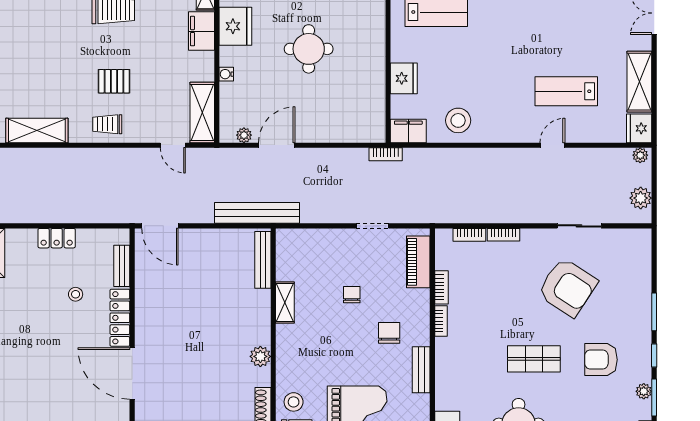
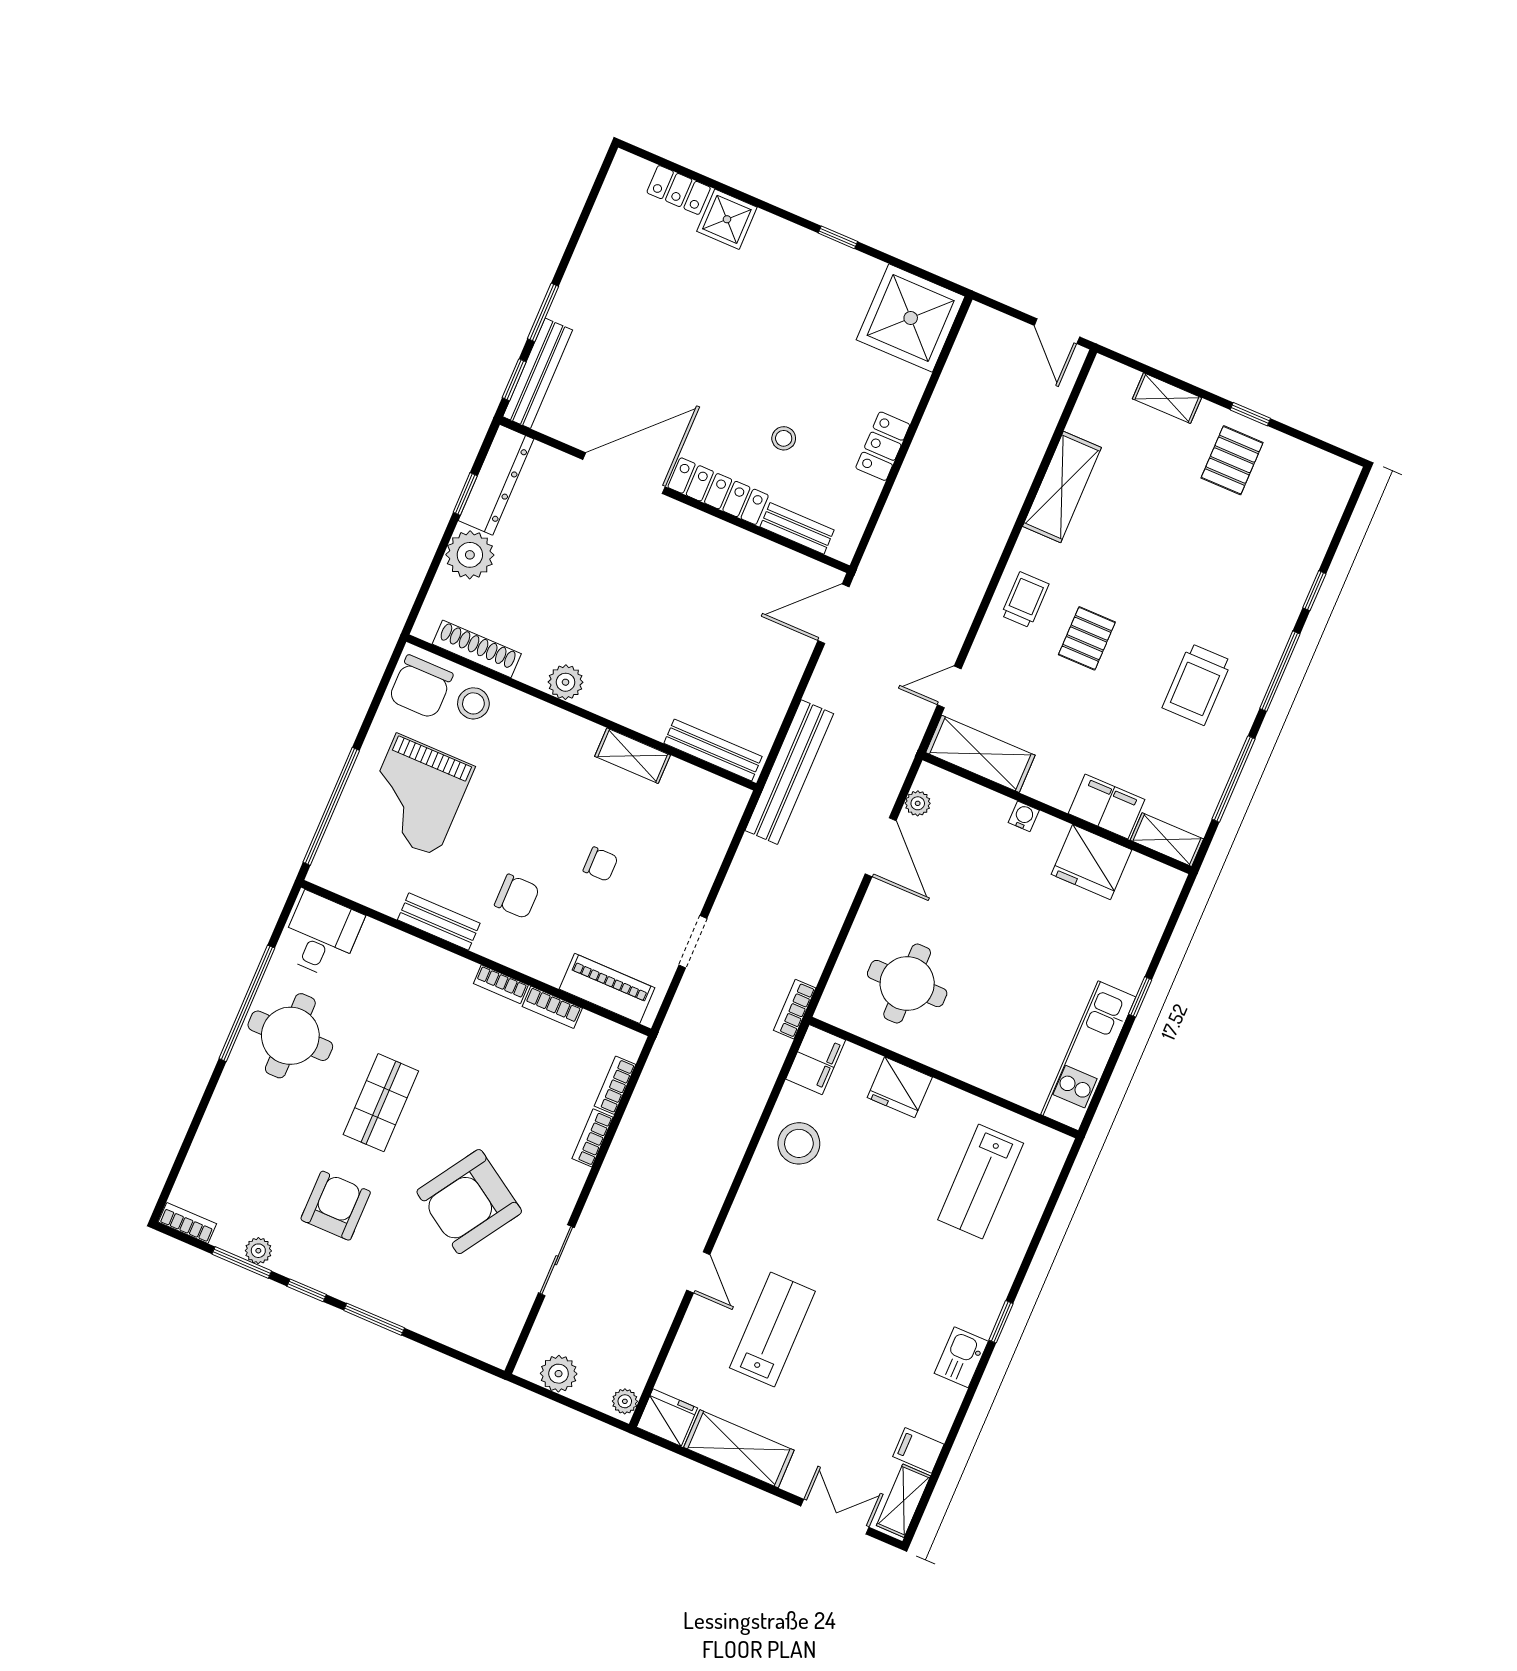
round table: (309, 49) -> (907, 984), moved

